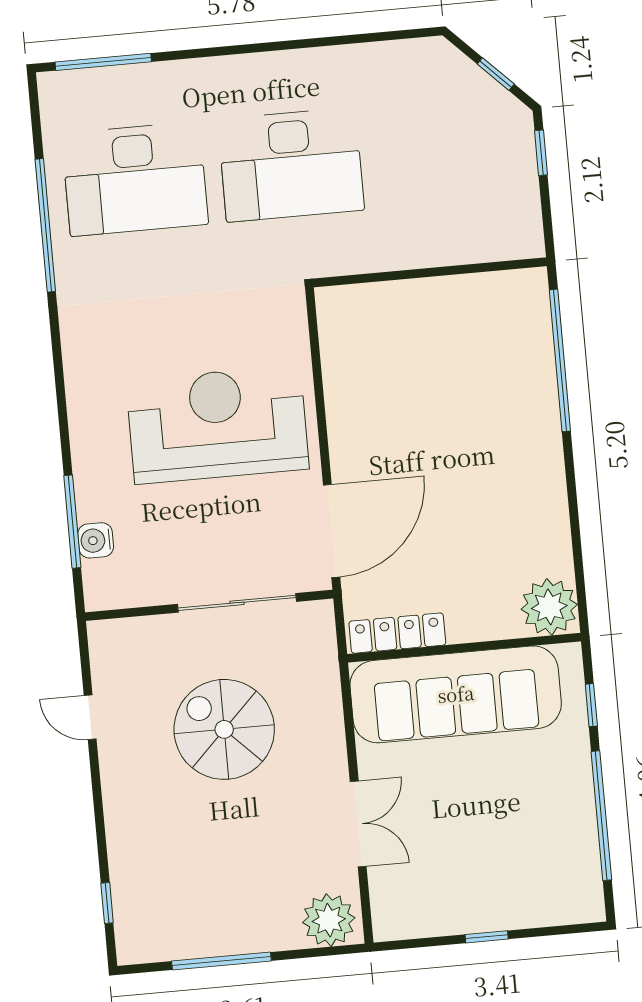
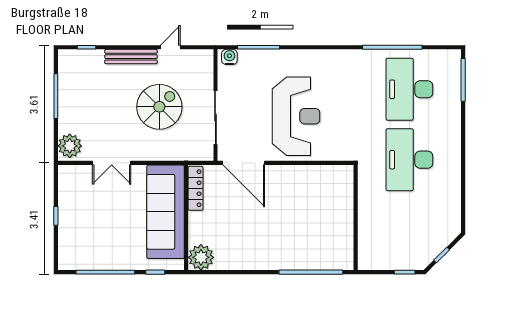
water cooler: (96, 540) -> (229, 57), moved
bench: (119, 803) -> (131, 57), added

